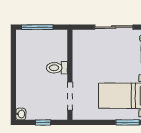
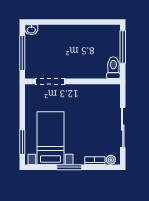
toilet: (57, 68) -> (113, 68), moved
window: (43, 122) -> (22, 53), width x2.17

